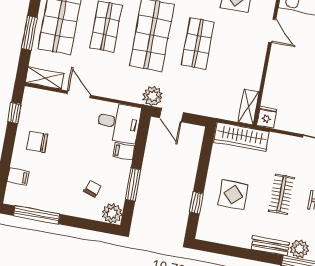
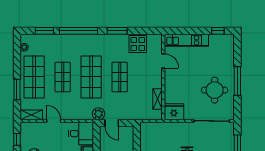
shelving: (249, 107) -> (157, 99), moved
fridge: (266, 117) -> (174, 112), width x1.88, depth x1.34
wardrobe: (242, 137) -> (157, 128), removed

